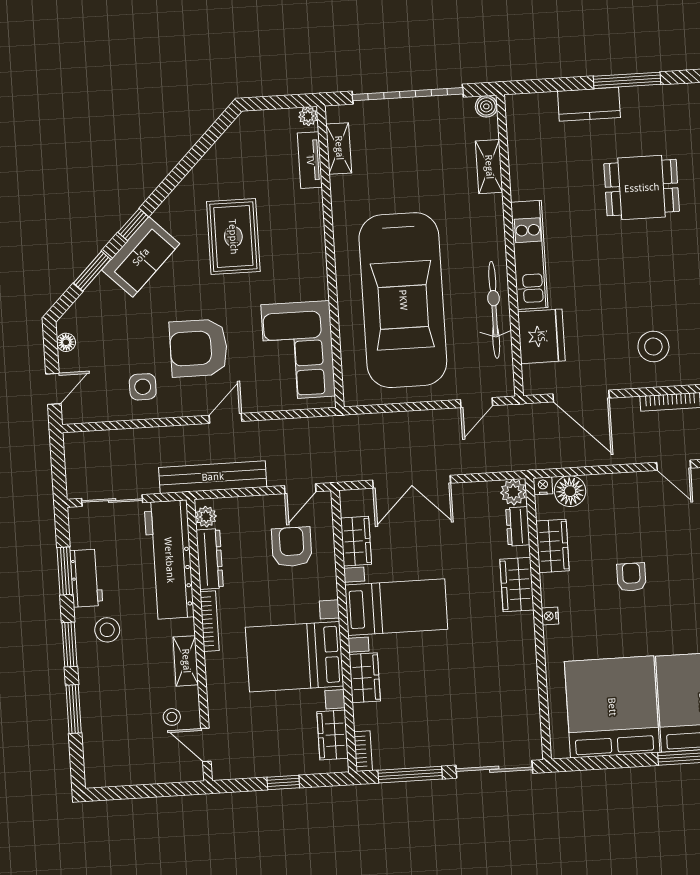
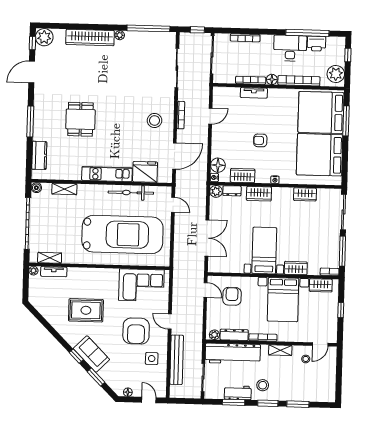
kitchen counter: (589, 104) -> (39, 155), moved
bench: (213, 477) -> (177, 360), moved
wardrobe: (356, 541) -> (305, 194), moved, turned 180
armchair: (292, 547) -> (232, 296), turned 90

